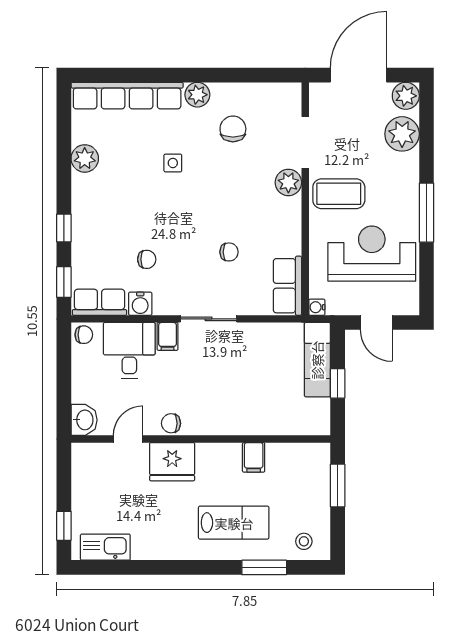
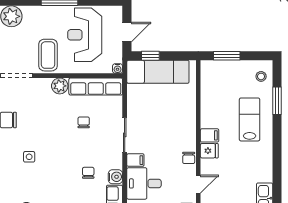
plant: (288, 182) -> (60, 86), moved
row of seats: (287, 286) -> (96, 87), width x1.48
exam couch: (317, 360) -> (158, 72), width x1.36, depth x1.45
window: (338, 383) -> (150, 56), moved
door: (128, 439) -> (198, 184), swing flipped
filing cabinet: (254, 457) -> (210, 135), moved
fridge: (172, 462) -> (209, 151), width x0.53, depth x0.75

